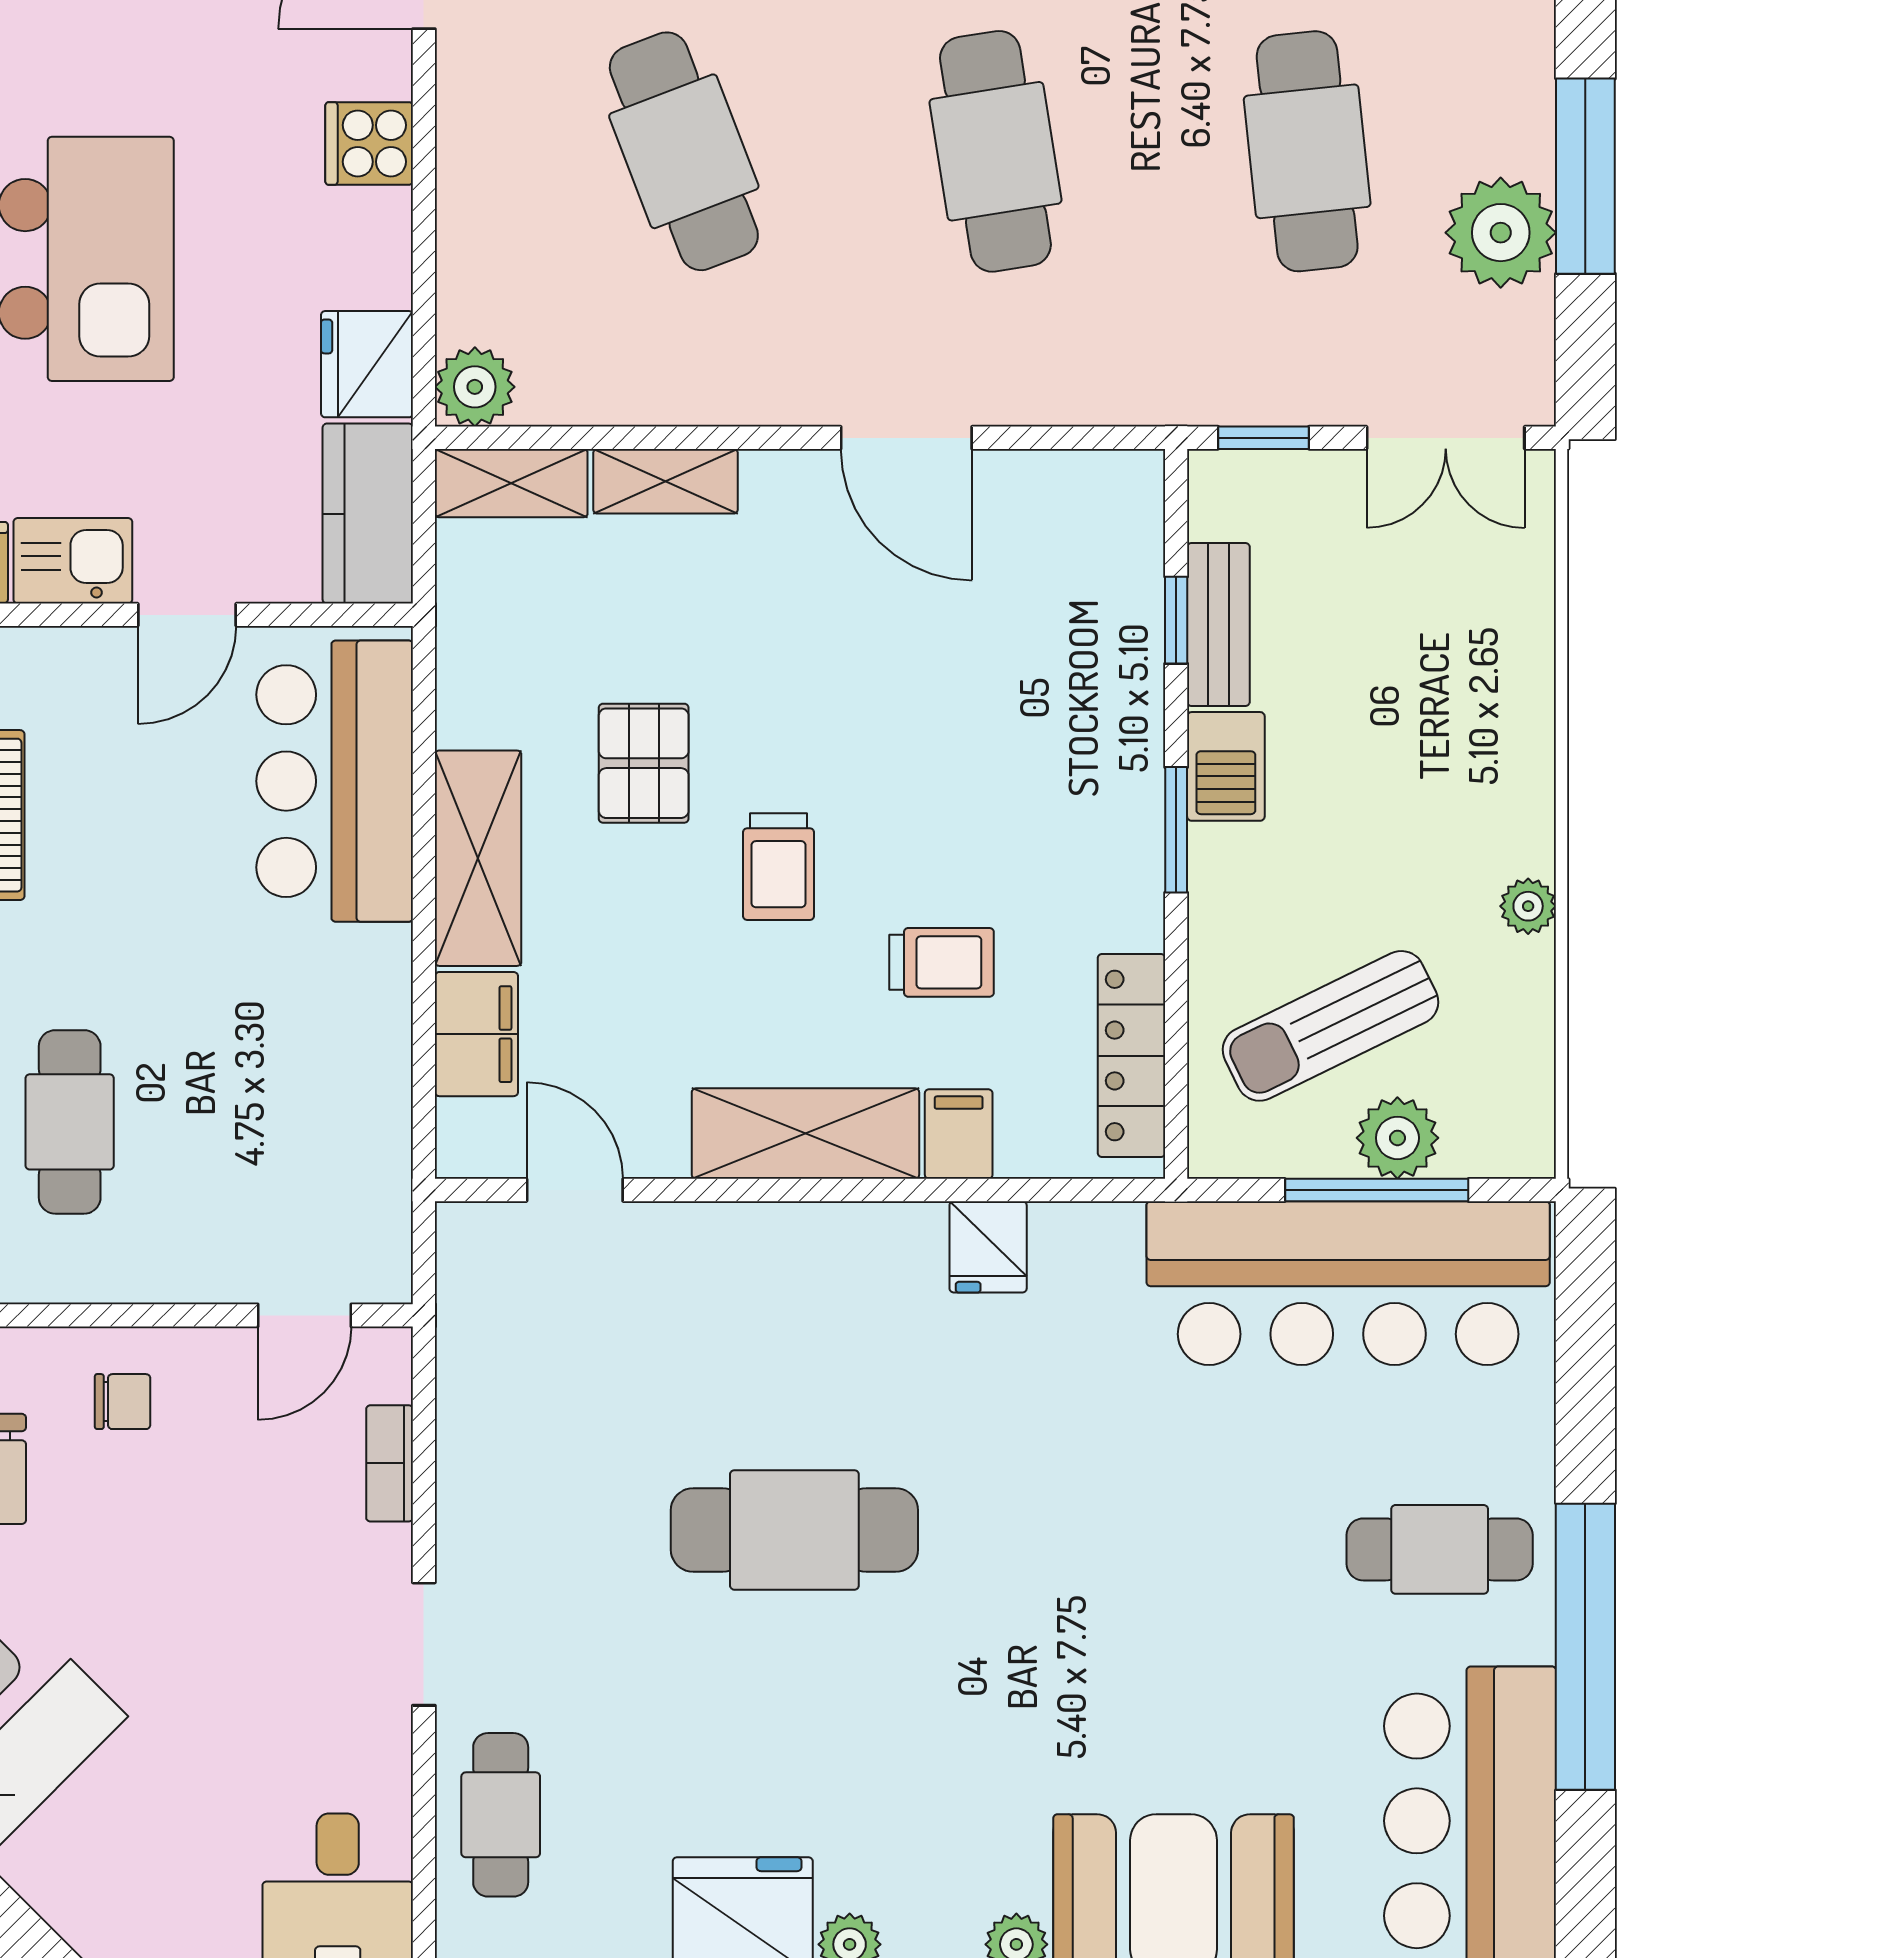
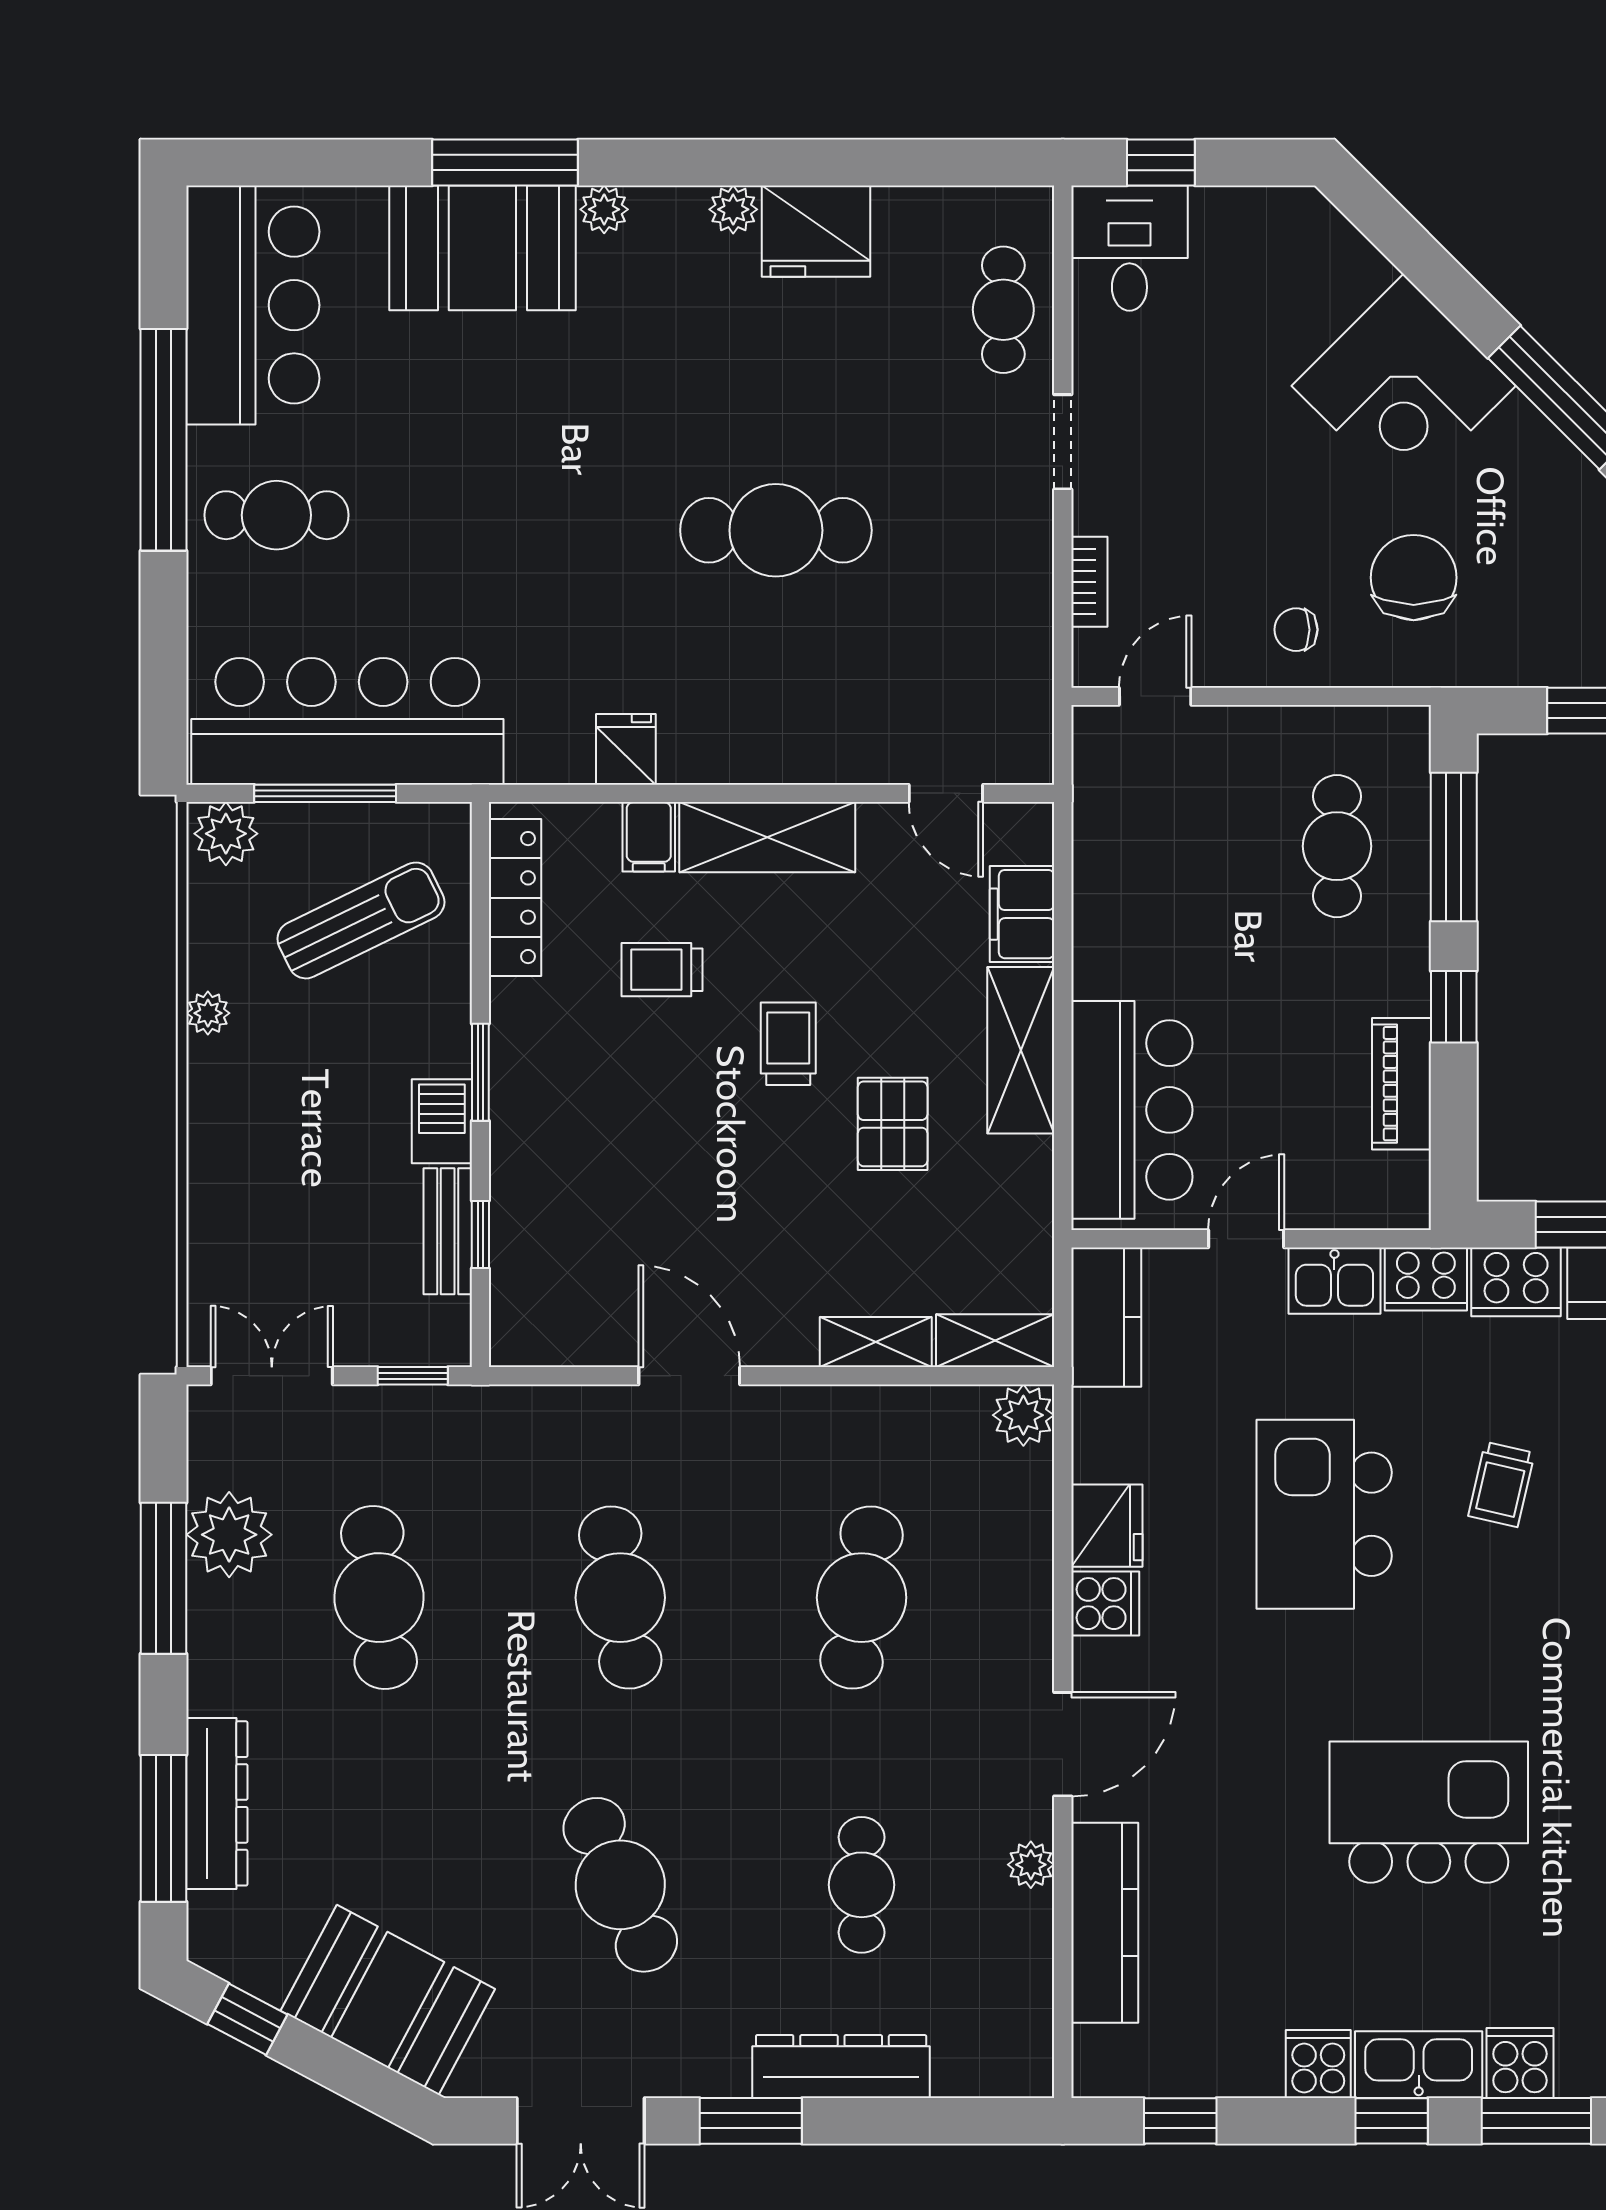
cafe table: (684, 151) -> (862, 1598), turned 30
fridge: (367, 364) -> (1107, 1526), moved
plant: (1397, 1138) -> (226, 834), moved

